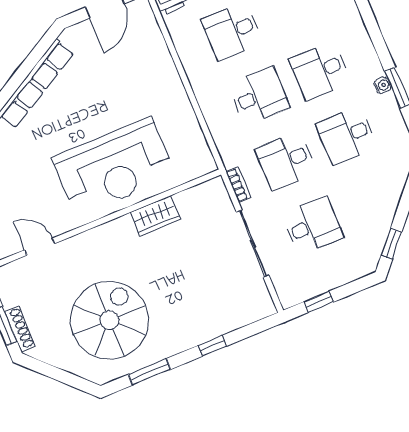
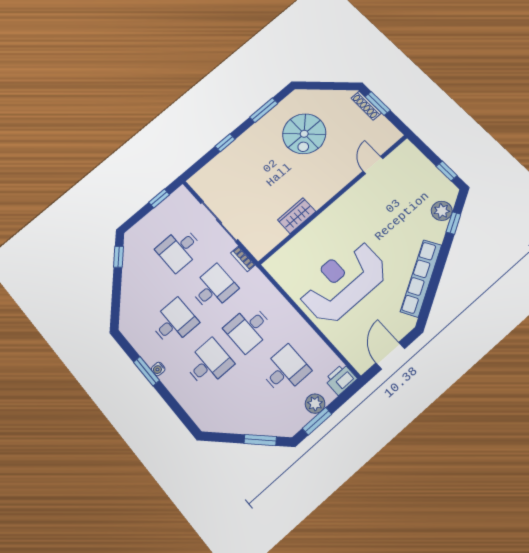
reception desk: (114, 167) -> (343, 282), moved
door: (40, 247) -> (373, 165), swing flipped
spiral stairs: (109, 320) -> (304, 134), width x0.73, depth x0.73

